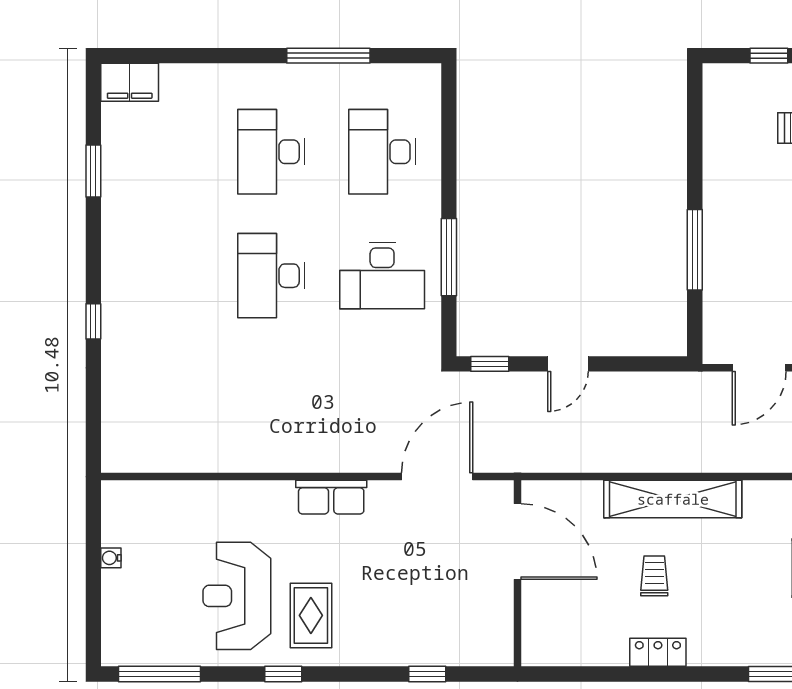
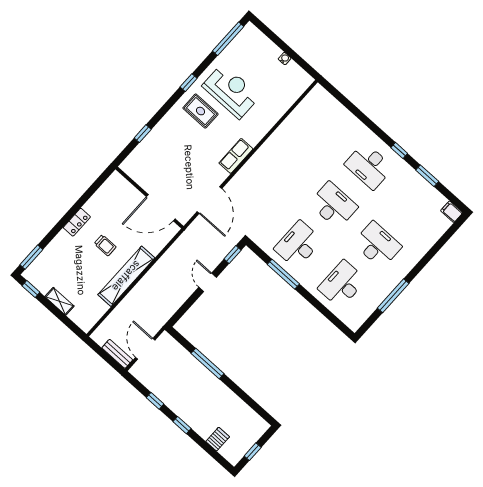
filing cabinet: (130, 82) -> (452, 212), width x0.50
desk: (382, 152) -> (342, 284), turned -90
desk: (160, 276) -> (369, 166), added
window: (93, 321) -> (399, 150), moved

